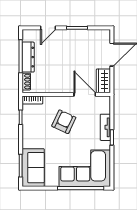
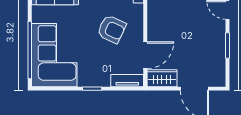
tv unit: (105, 127) -> (127, 81), moved

